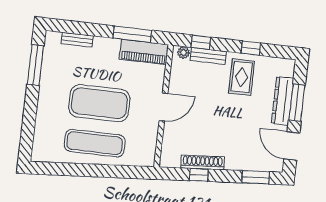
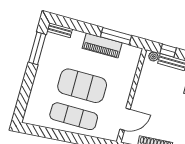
bench: (77, 40) -> (60, 30), moved
piano: (144, 52) -> (102, 46), moved
door: (163, 107) -> (125, 119), moved

